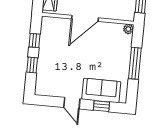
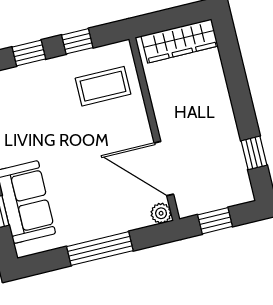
door: (85, 18) -> (164, 169), moved
coffee table: (60, 36) -> (103, 86), added

